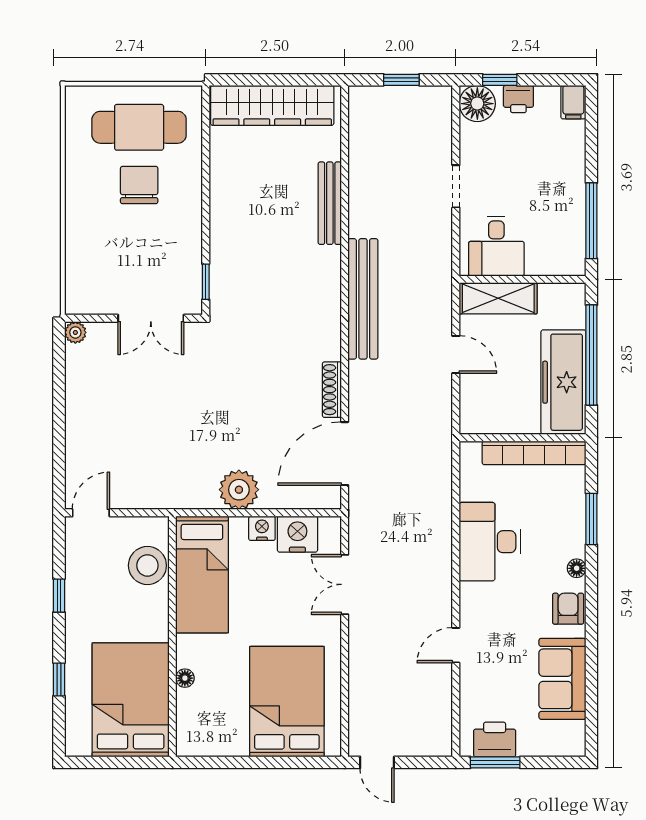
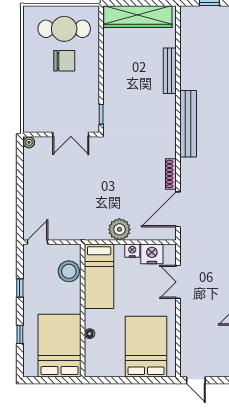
chair: (139, 185) -> (64, 61), turned 90

